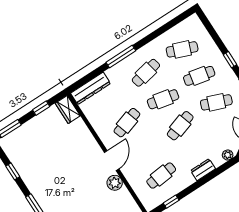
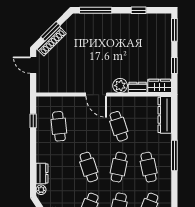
dresser: (82, 128) -> (138, 87), added
dresser: (203, 170) -> (42, 173), moved
plant: (115, 183) -> (120, 86), moved

